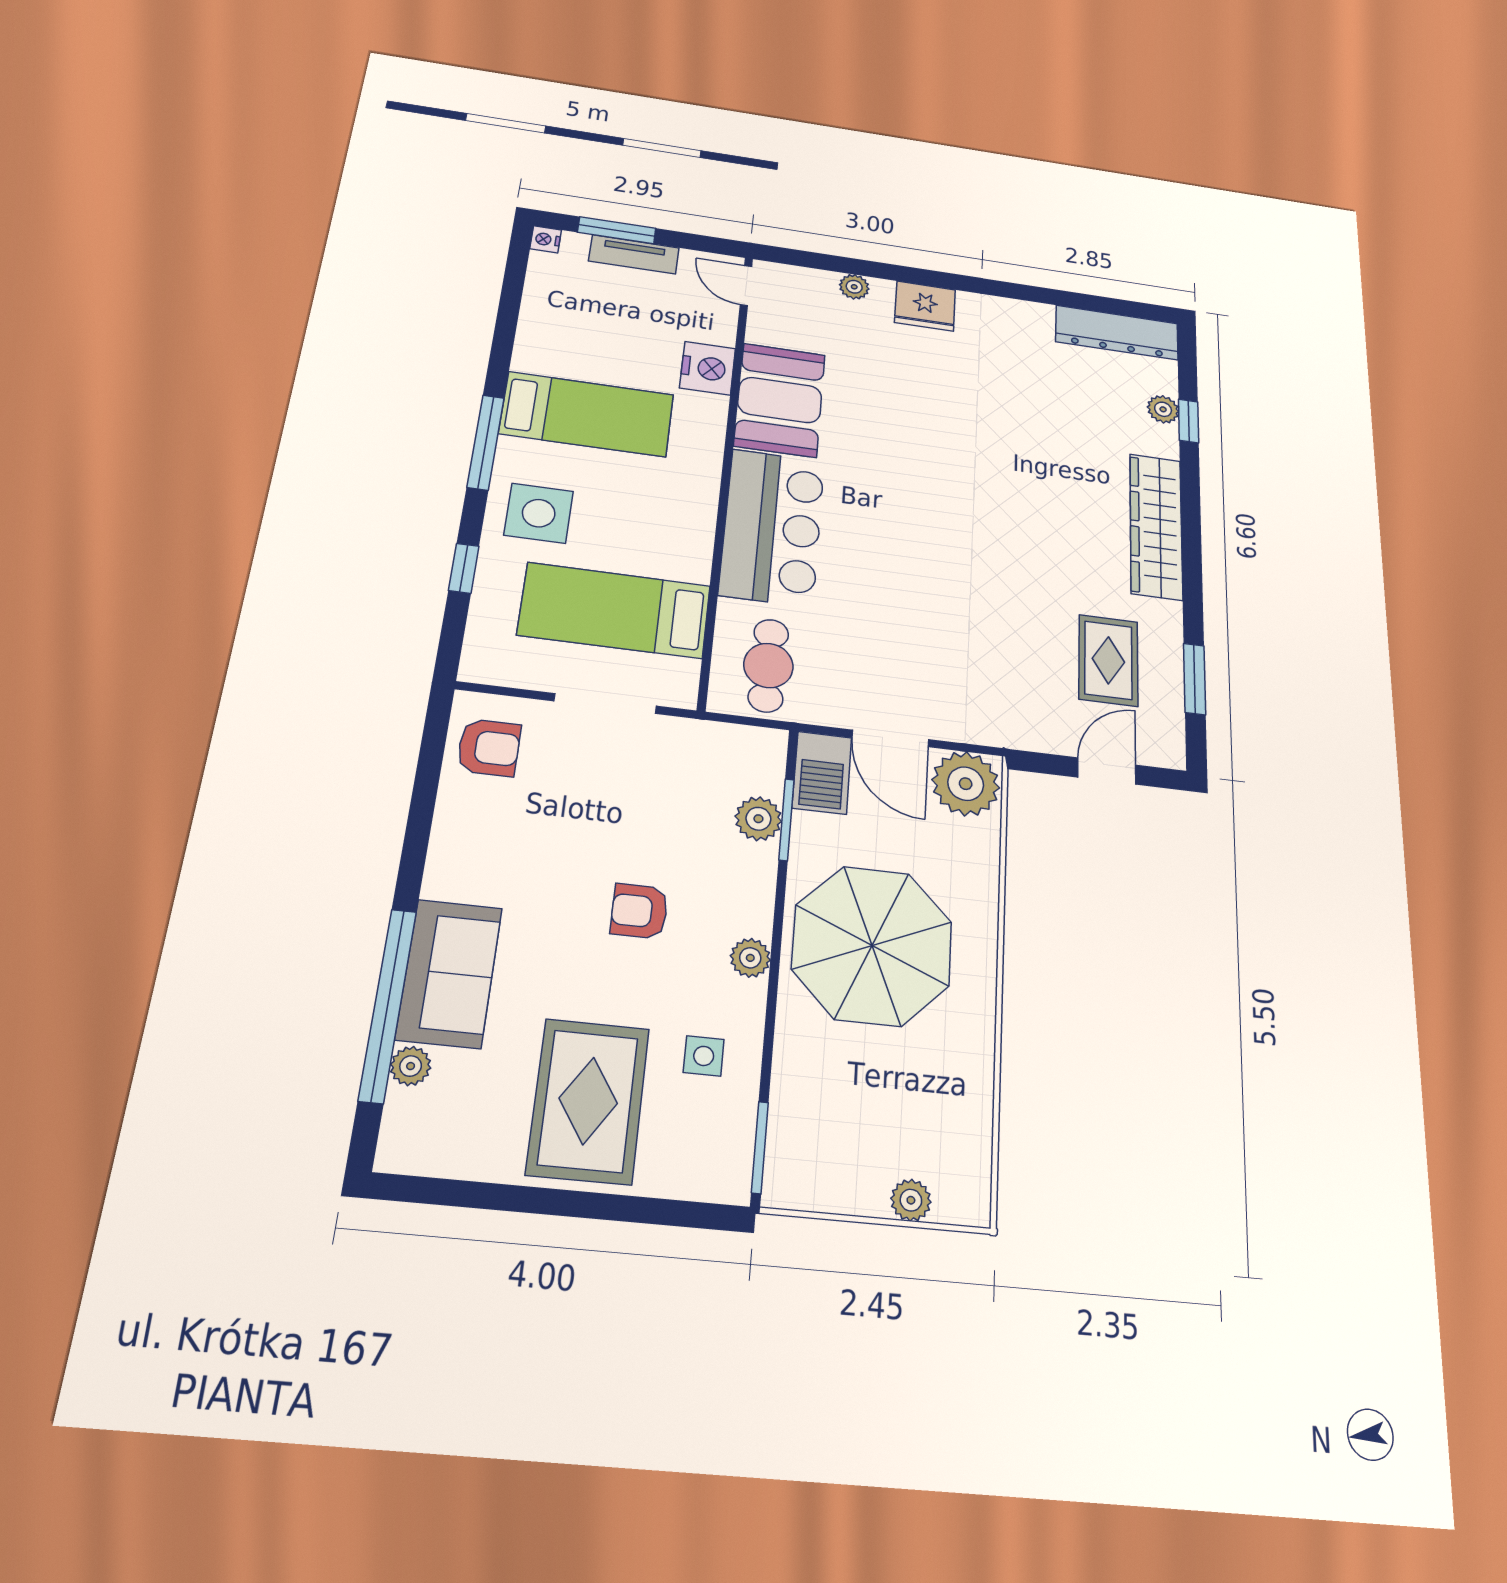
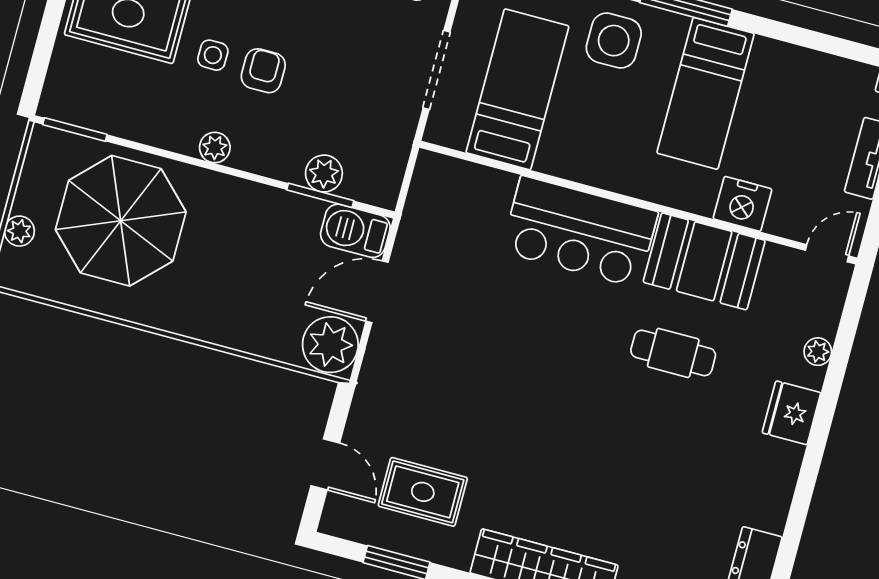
cafe table: (768, 665) -> (673, 353), moved
parasol: (872, 945) -> (121, 221), moved
side table: (704, 1056) -> (213, 55), moved

